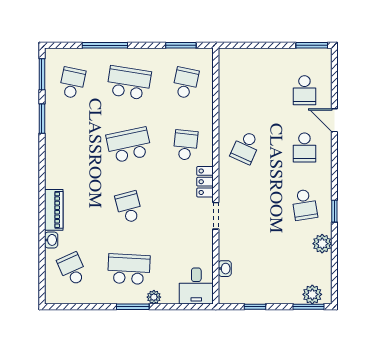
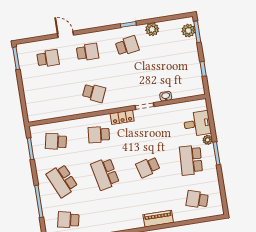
school desk: (129, 83) -> (62, 181), turned -33
door: (334, 120) -> (65, 34), swing flipped
washbasin: (51, 240) -> (179, 217), removed
school desk: (72, 269) -> (197, 199), turned 42
washbasin: (225, 269) -> (166, 96), moved
desk: (196, 286) -> (197, 124), moved

